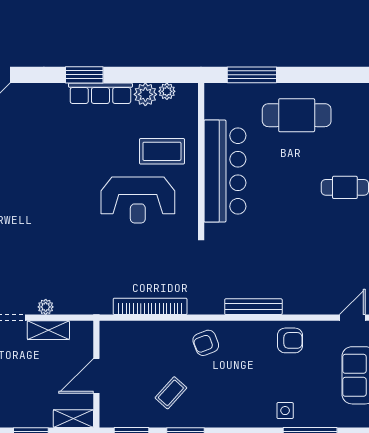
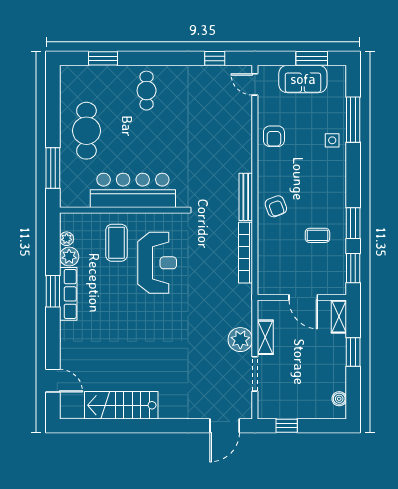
window: (84, 75) -> (53, 291), moved
plant: (46, 307) -> (240, 340), width x1.87, depth x1.87
bench: (253, 307) -> (246, 197), moved
armchair: (290, 340) -> (274, 136), turned 180
coffee table: (171, 393) -> (317, 235), turned -42

